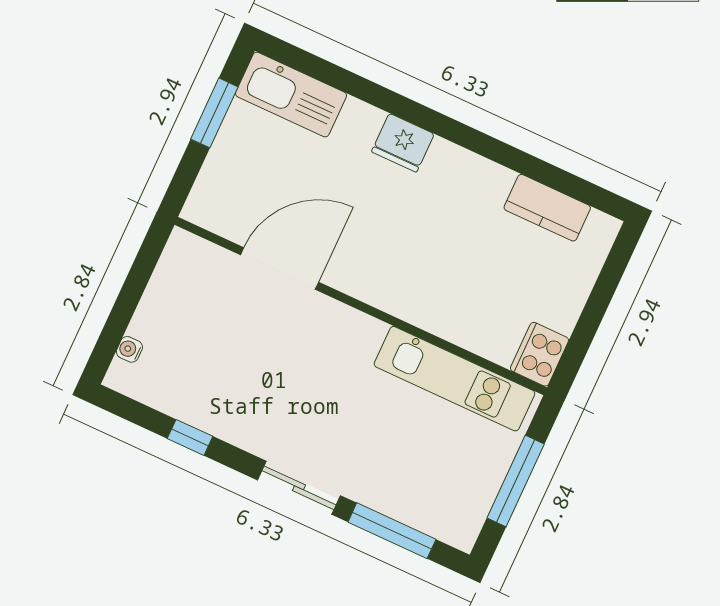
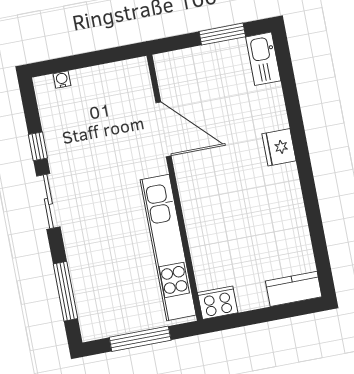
kitchen sink: (291, 95) -> (263, 59), width x0.73, depth x0.81
kitchen counter: (547, 208) -> (294, 289), moved, turned 90
kitchen unit: (454, 379) -> (168, 247), width x1.36
sliding door: (299, 488) -> (48, 201), moved

